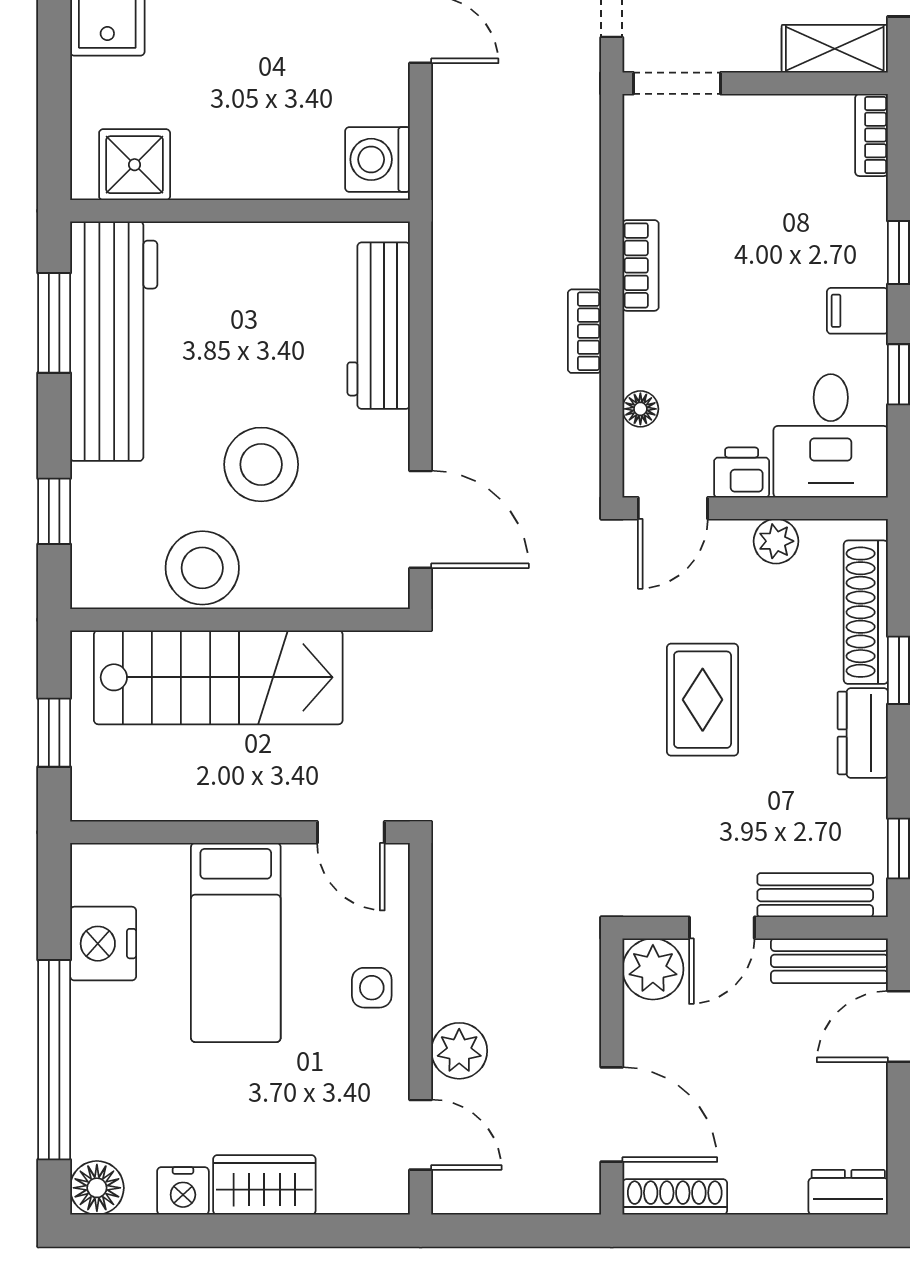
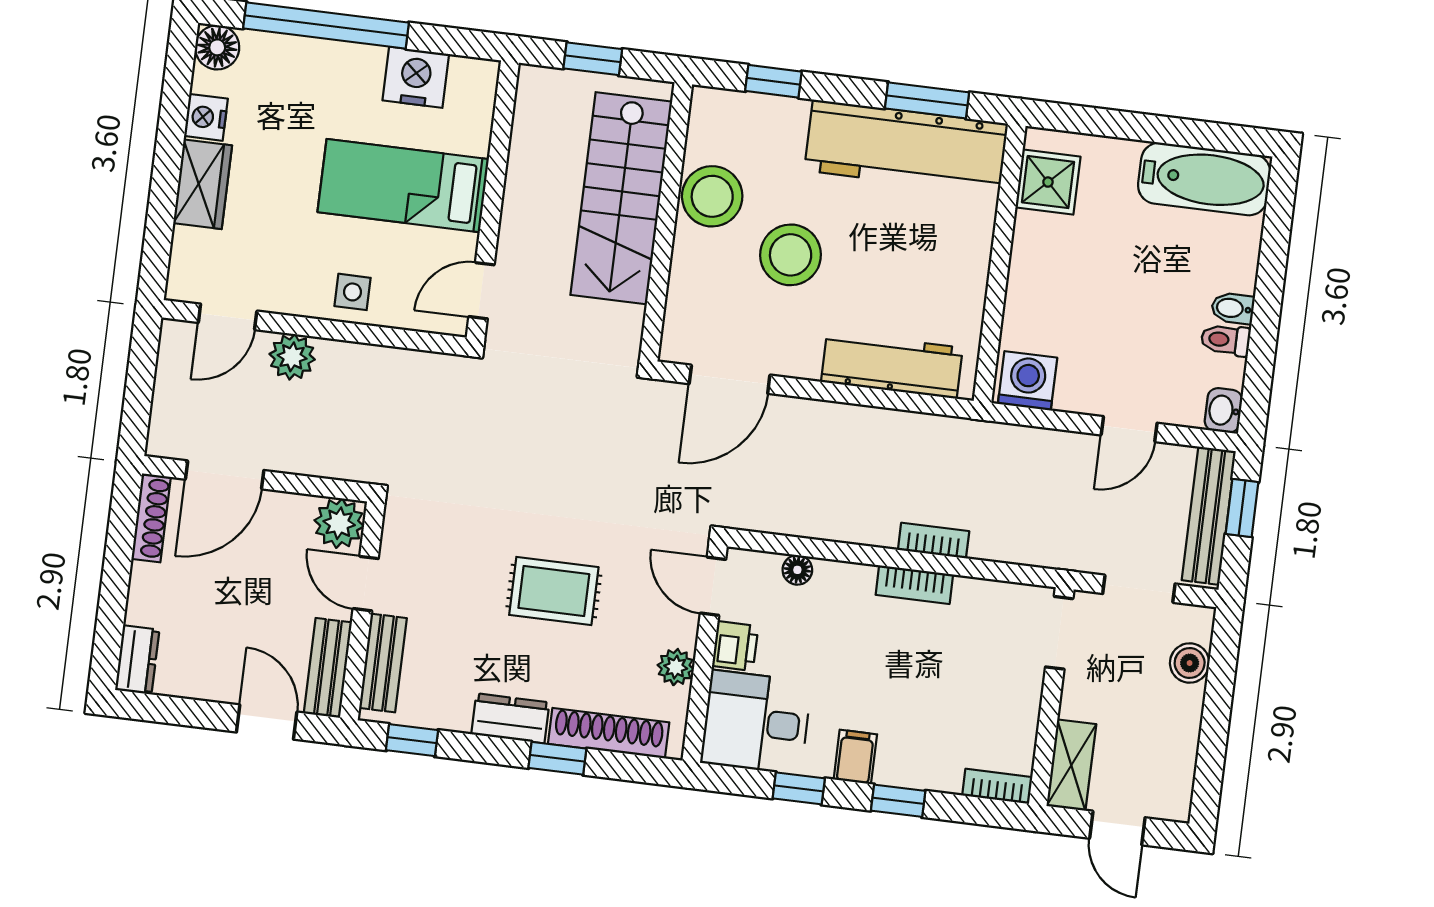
bookcase: (584, 331) -> (934, 541), moved

